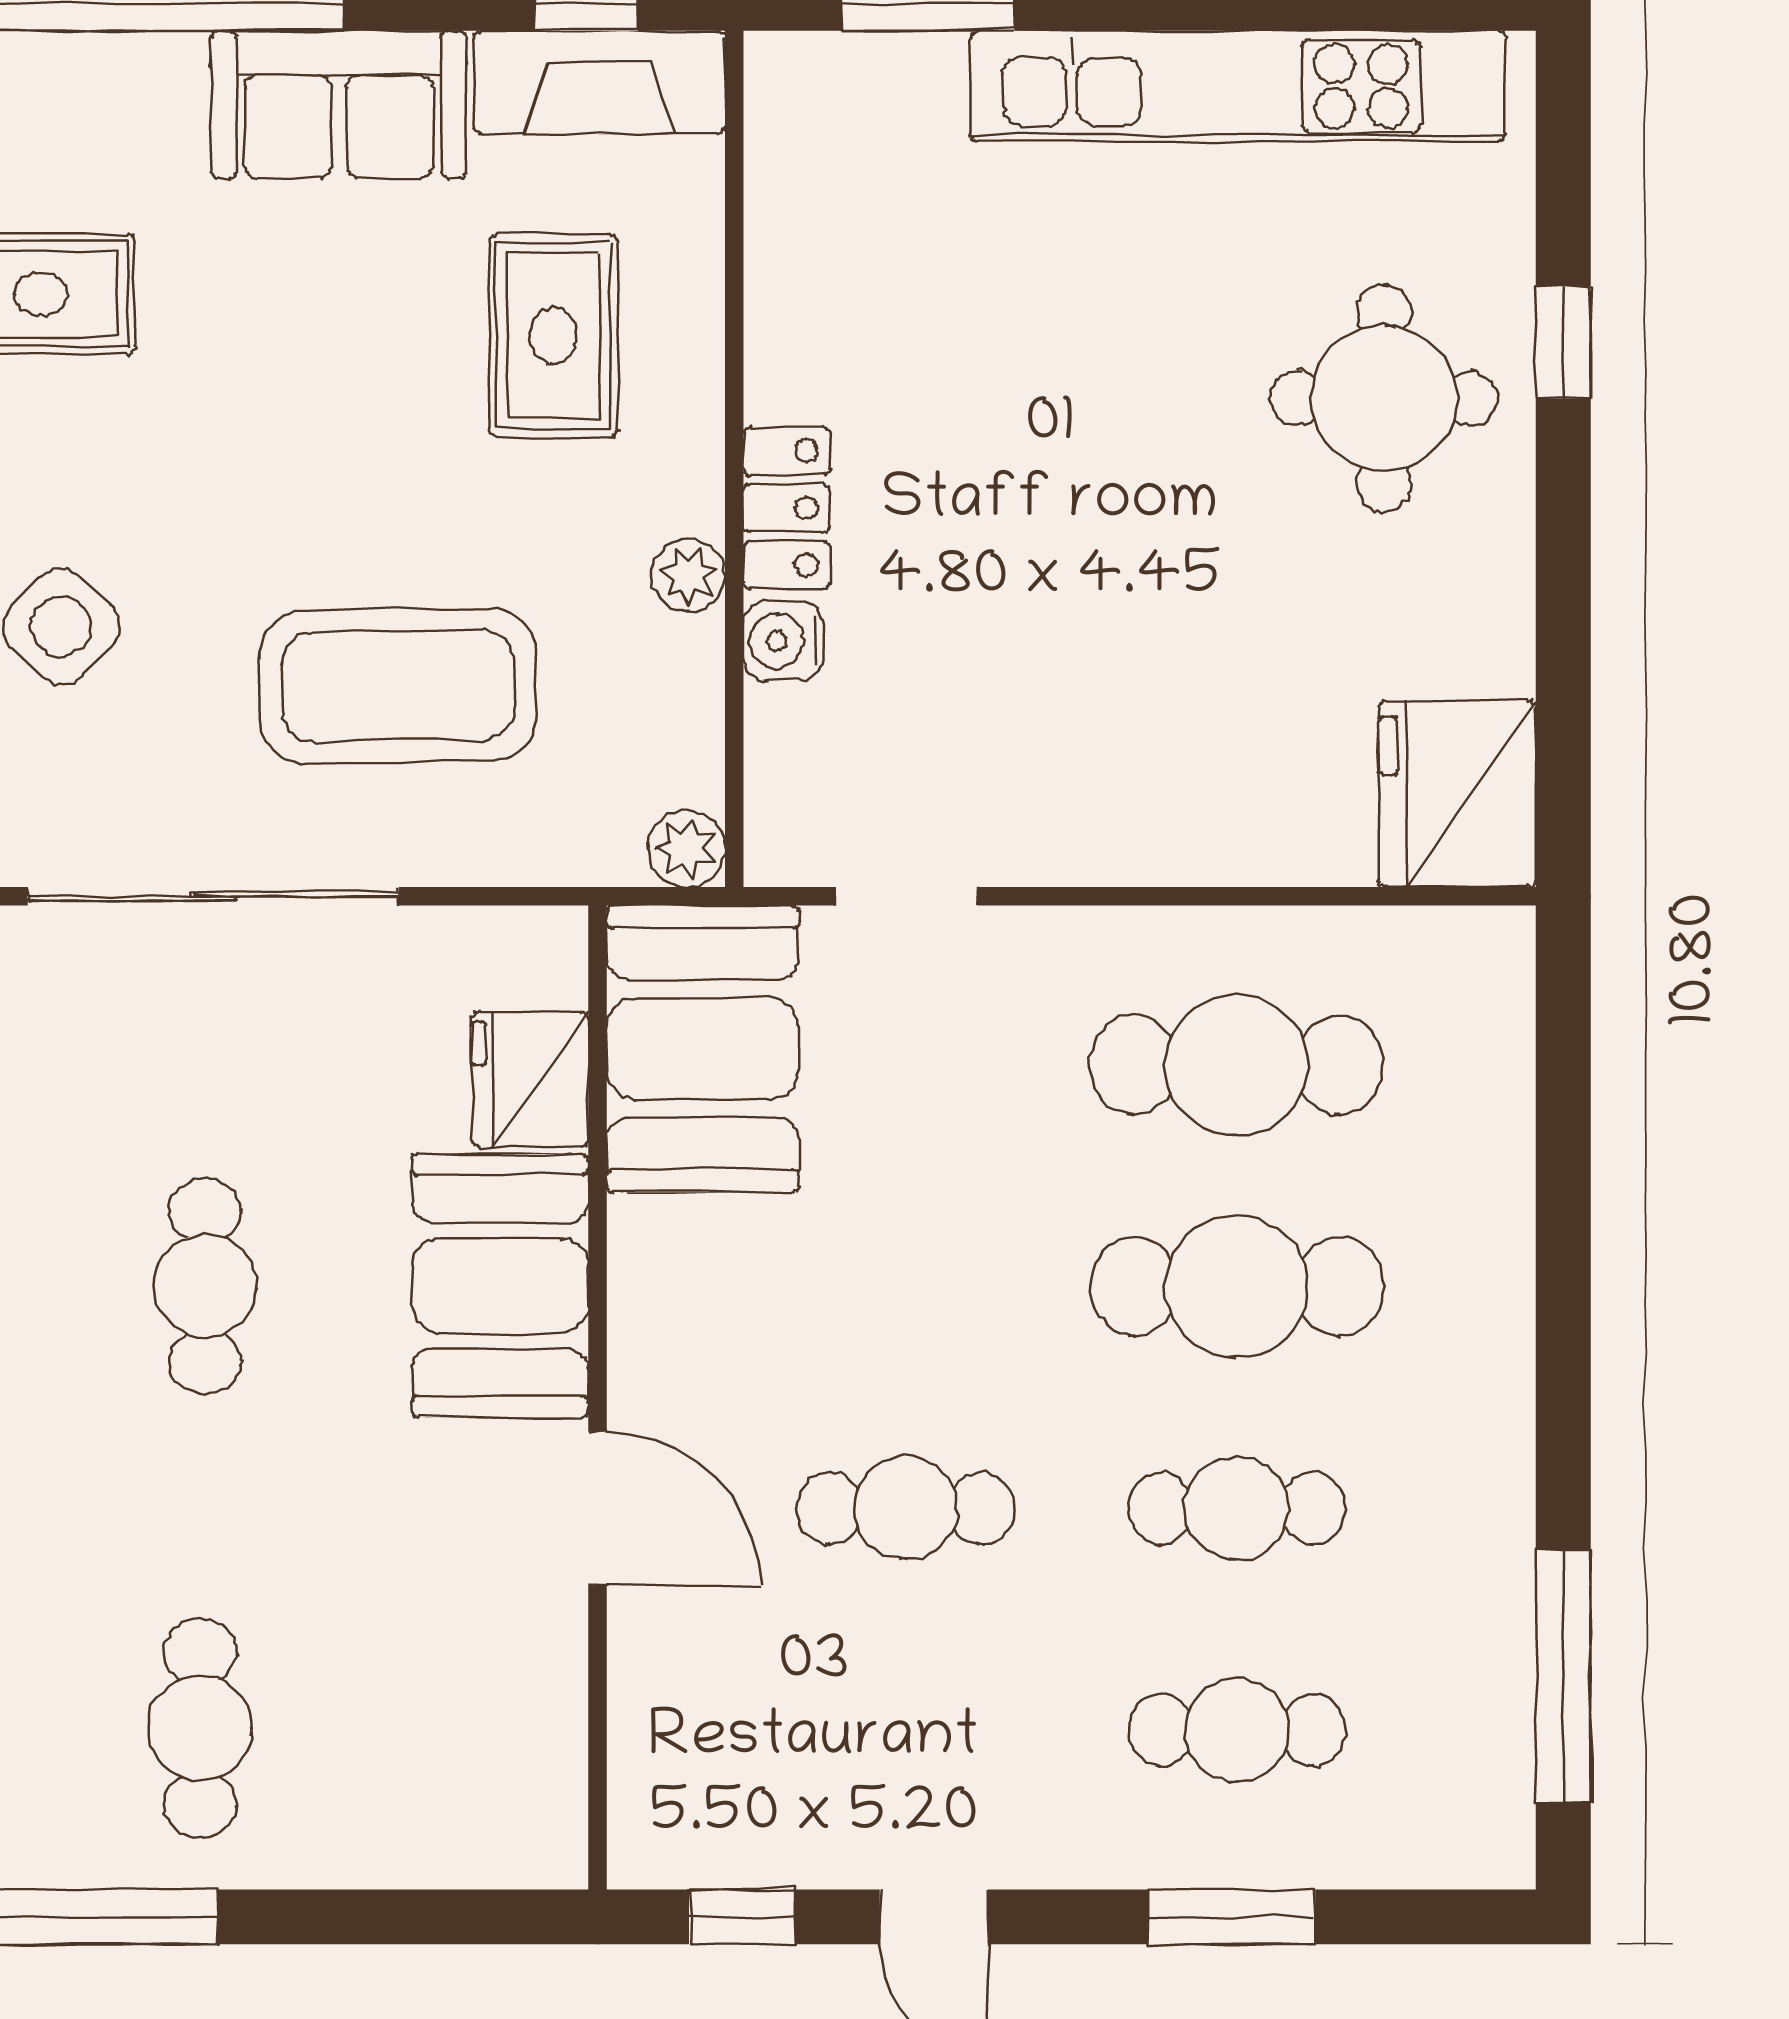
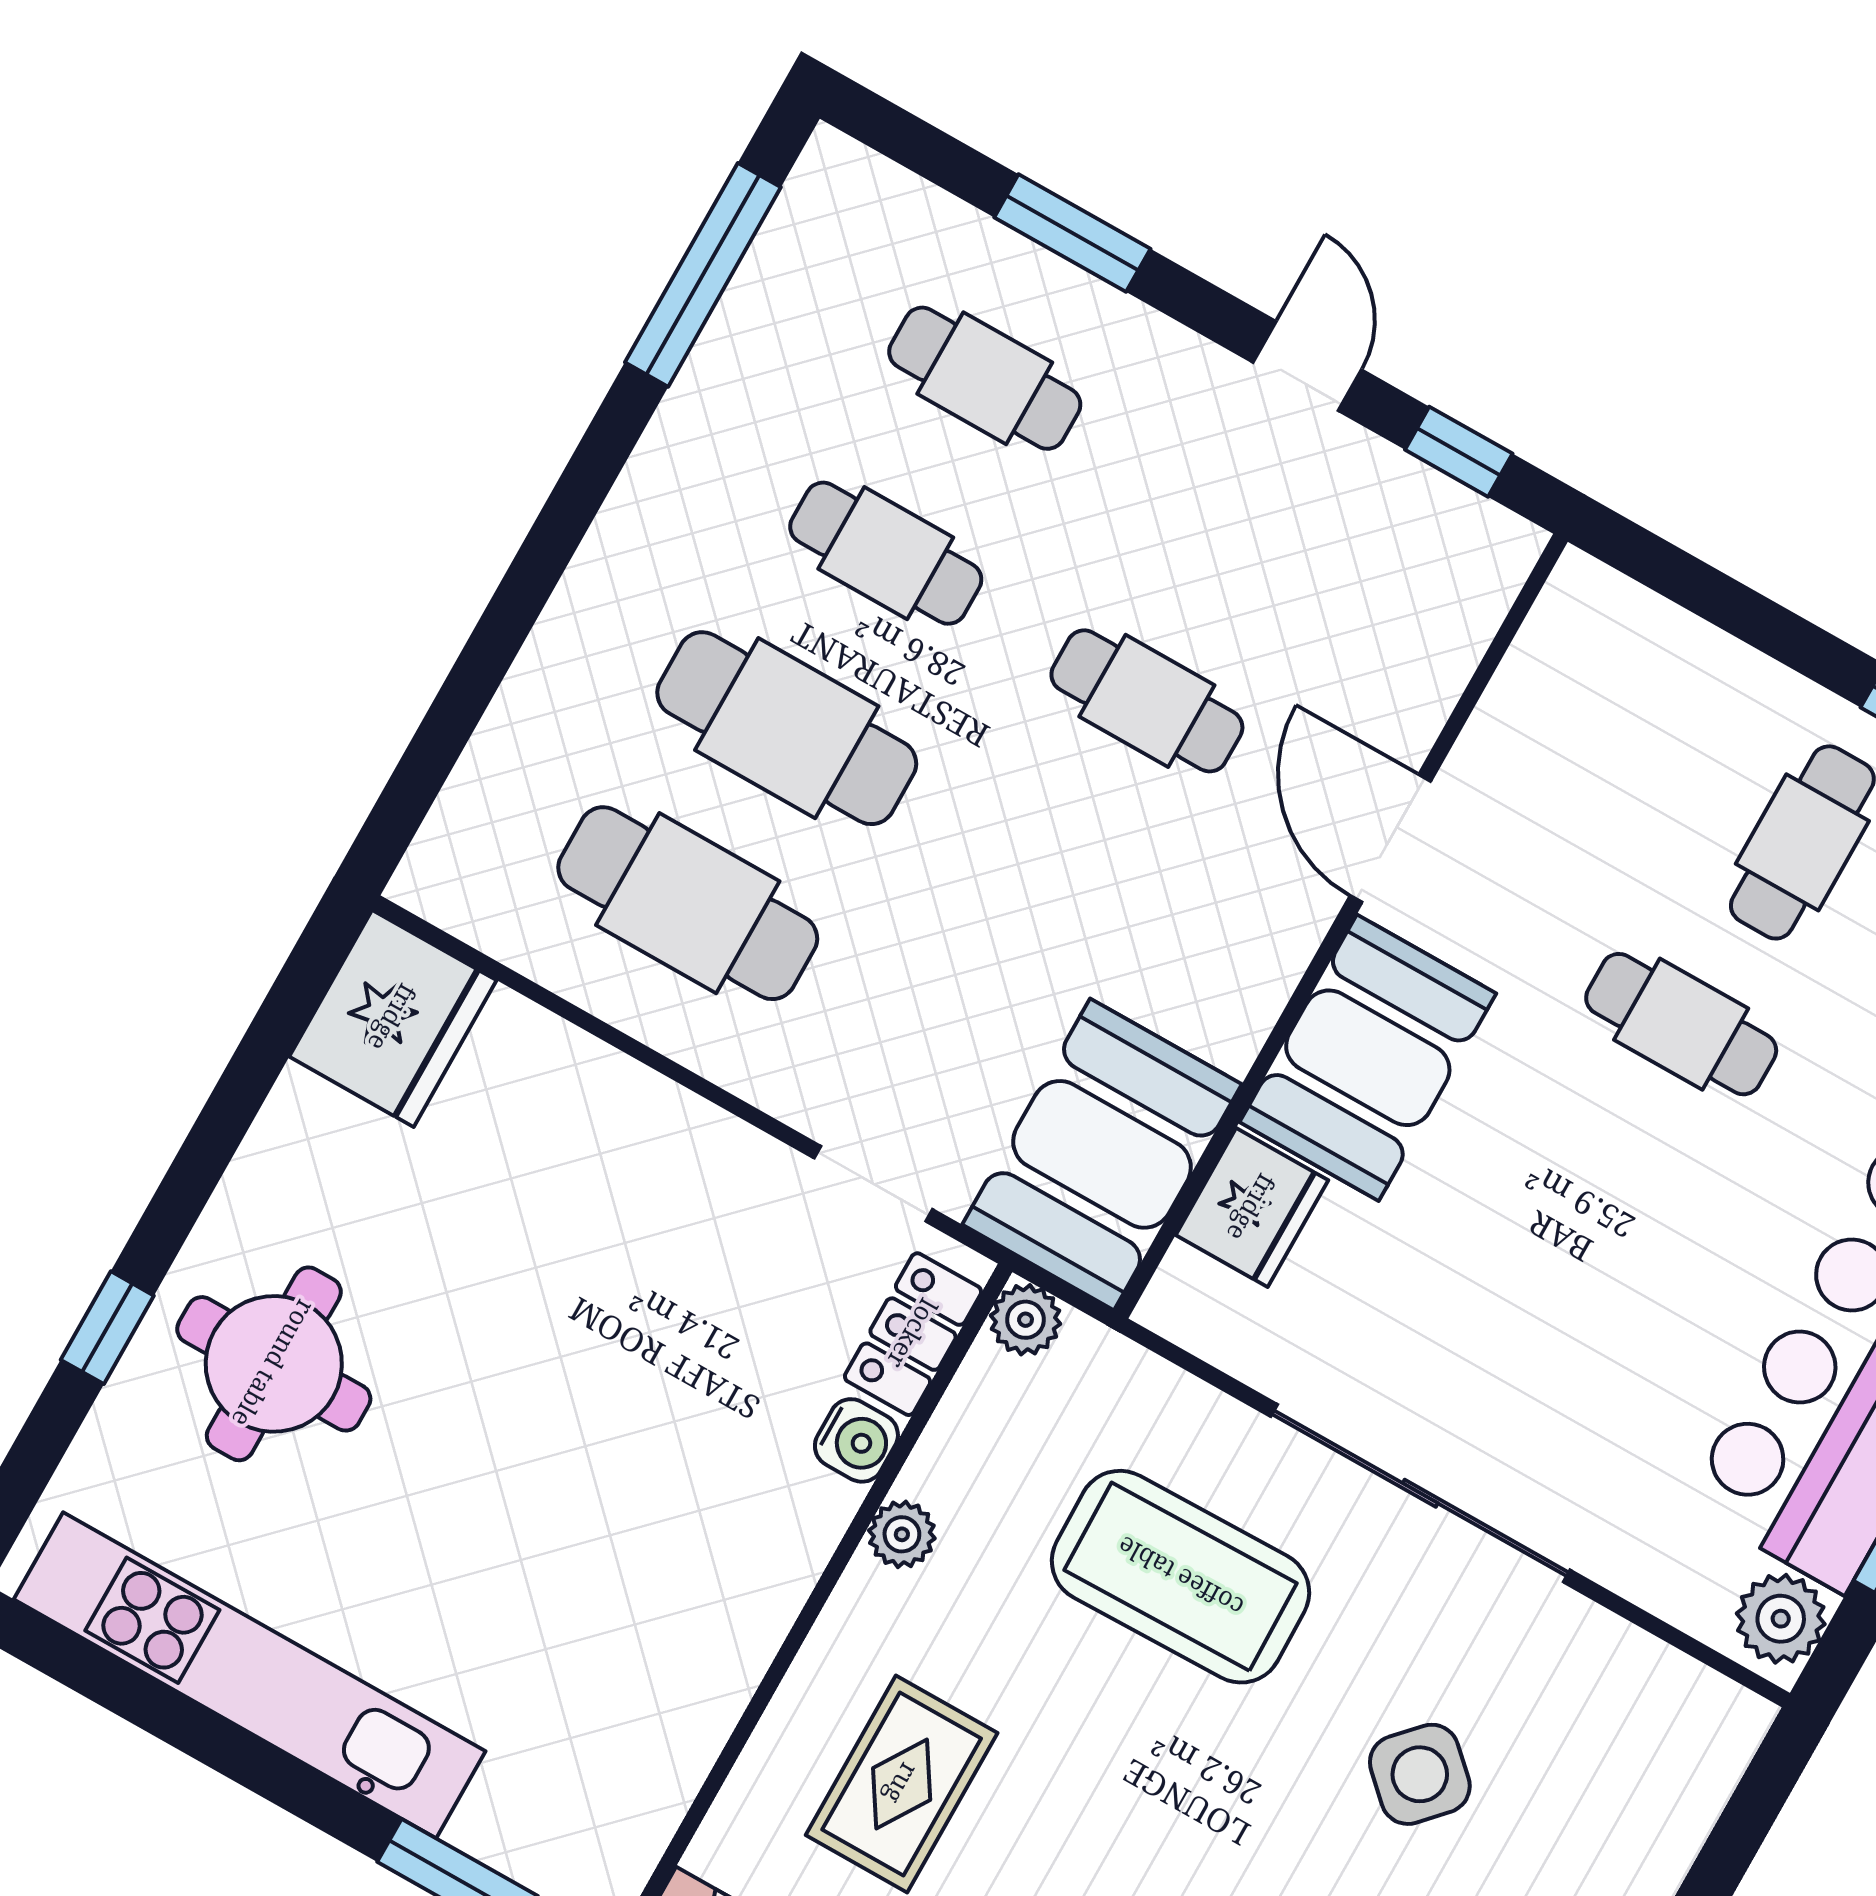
locker: (787, 508) -> (913, 1334), moved
cafe table: (205, 1286) -> (1681, 1024), moved, turned 90

